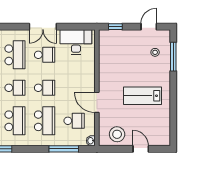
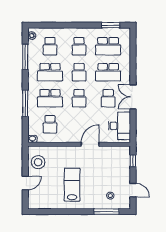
door: (97, 102) -> (90, 144), moved
window: (64, 149) -> (25, 103), moved

